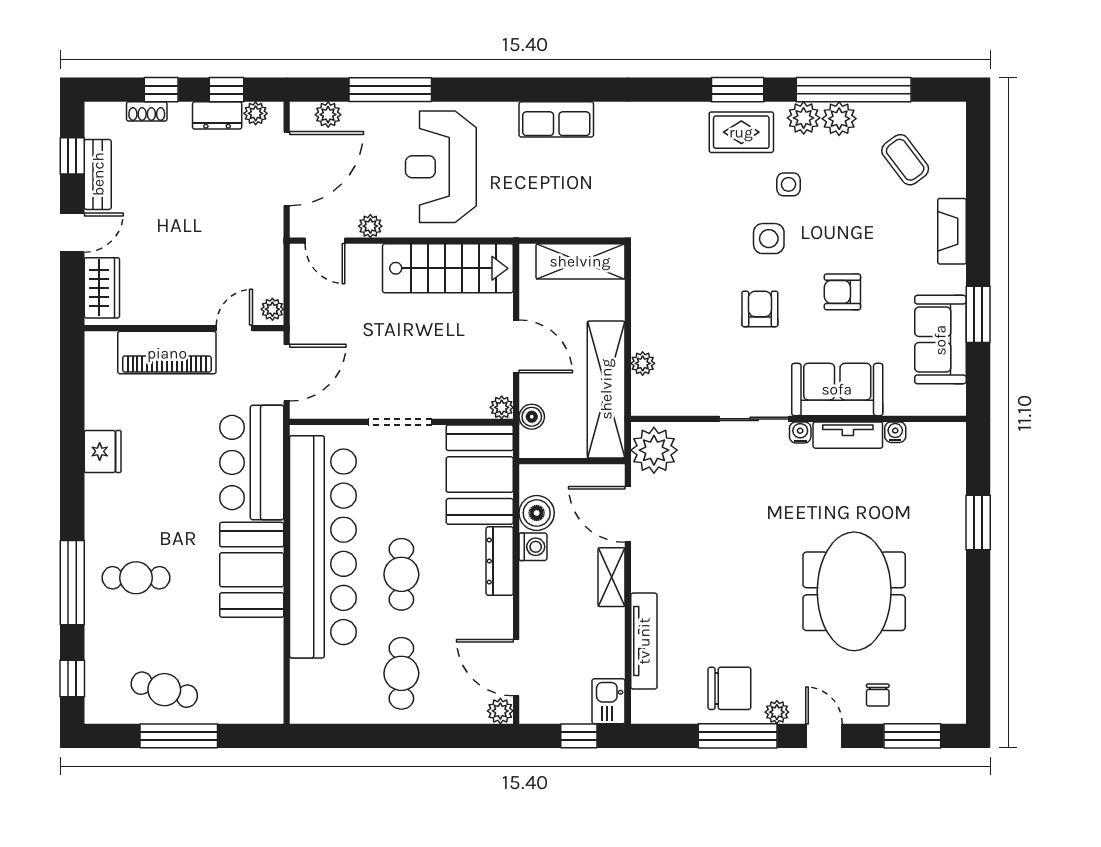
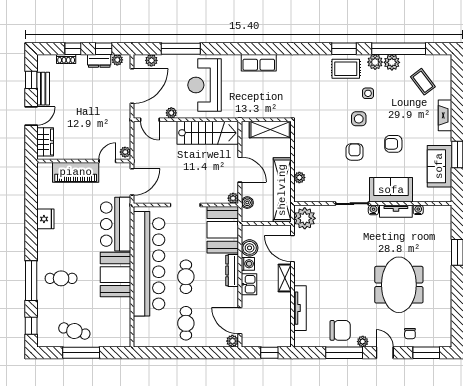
kitchen sink: (608, 701) -> (249, 284), moved, turned 180

